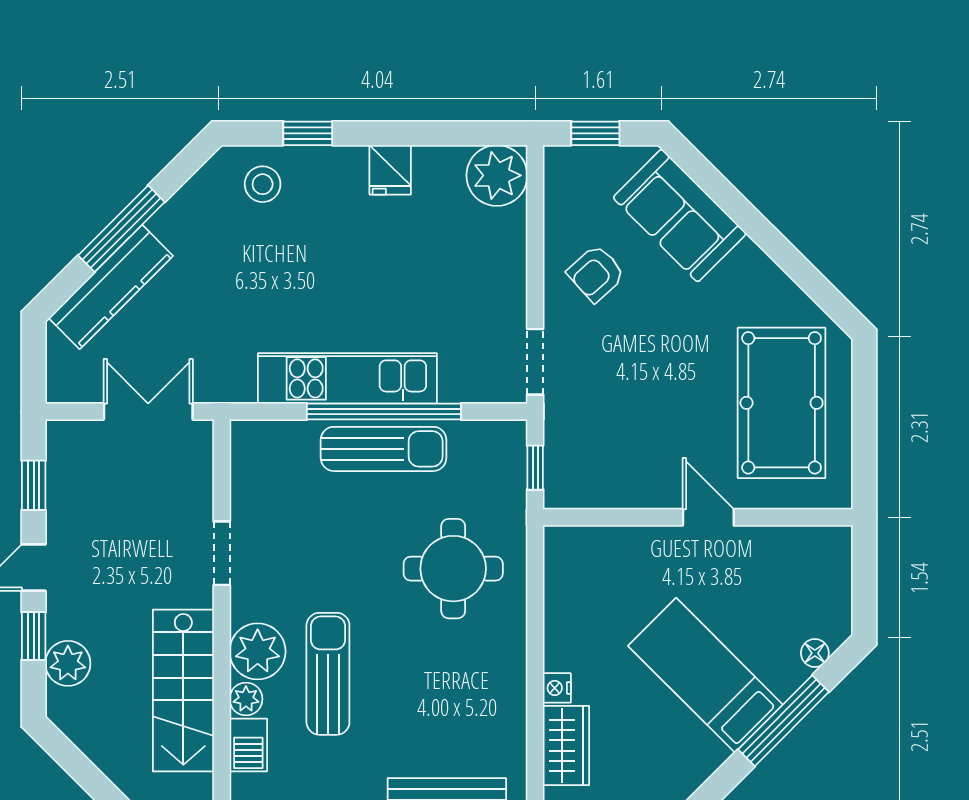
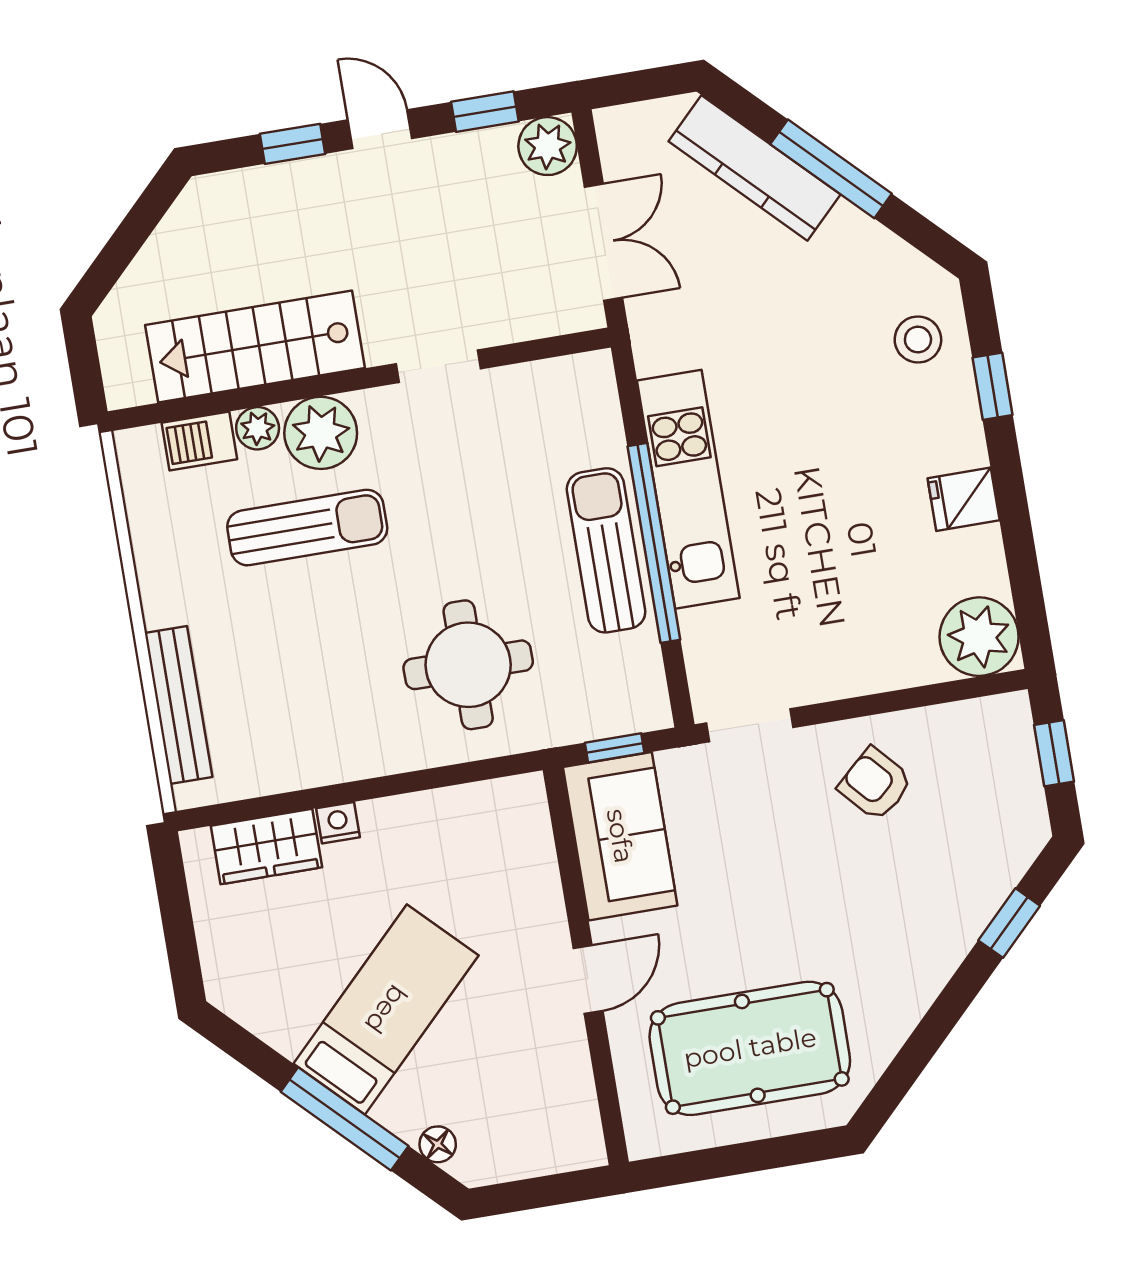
window: (719, 189) -> (1009, 923), added
sofa: (680, 216) -> (620, 836), moved, turned 135
sun lounger: (384, 449) -> (606, 550), turned 180
plant: (68, 663) -> (548, 146), moved

